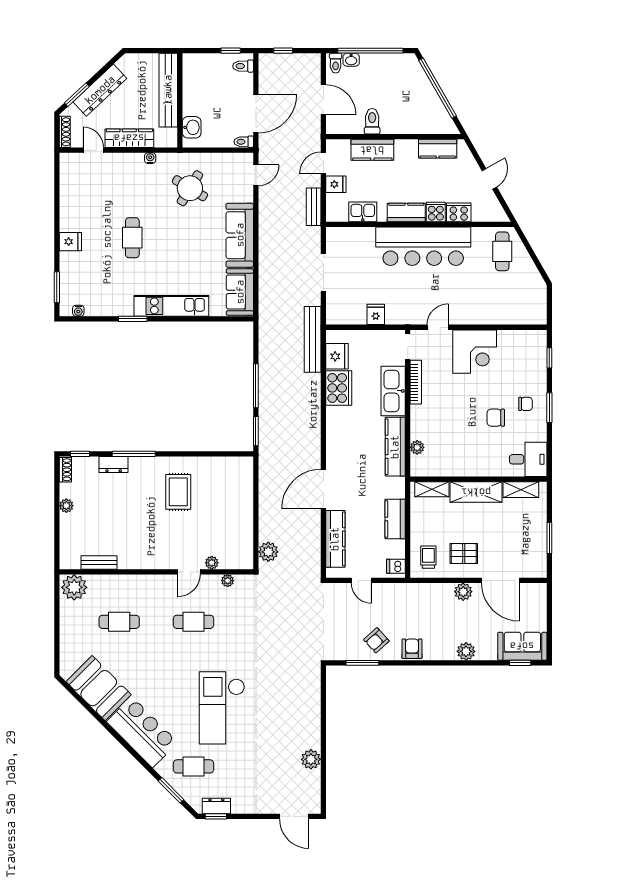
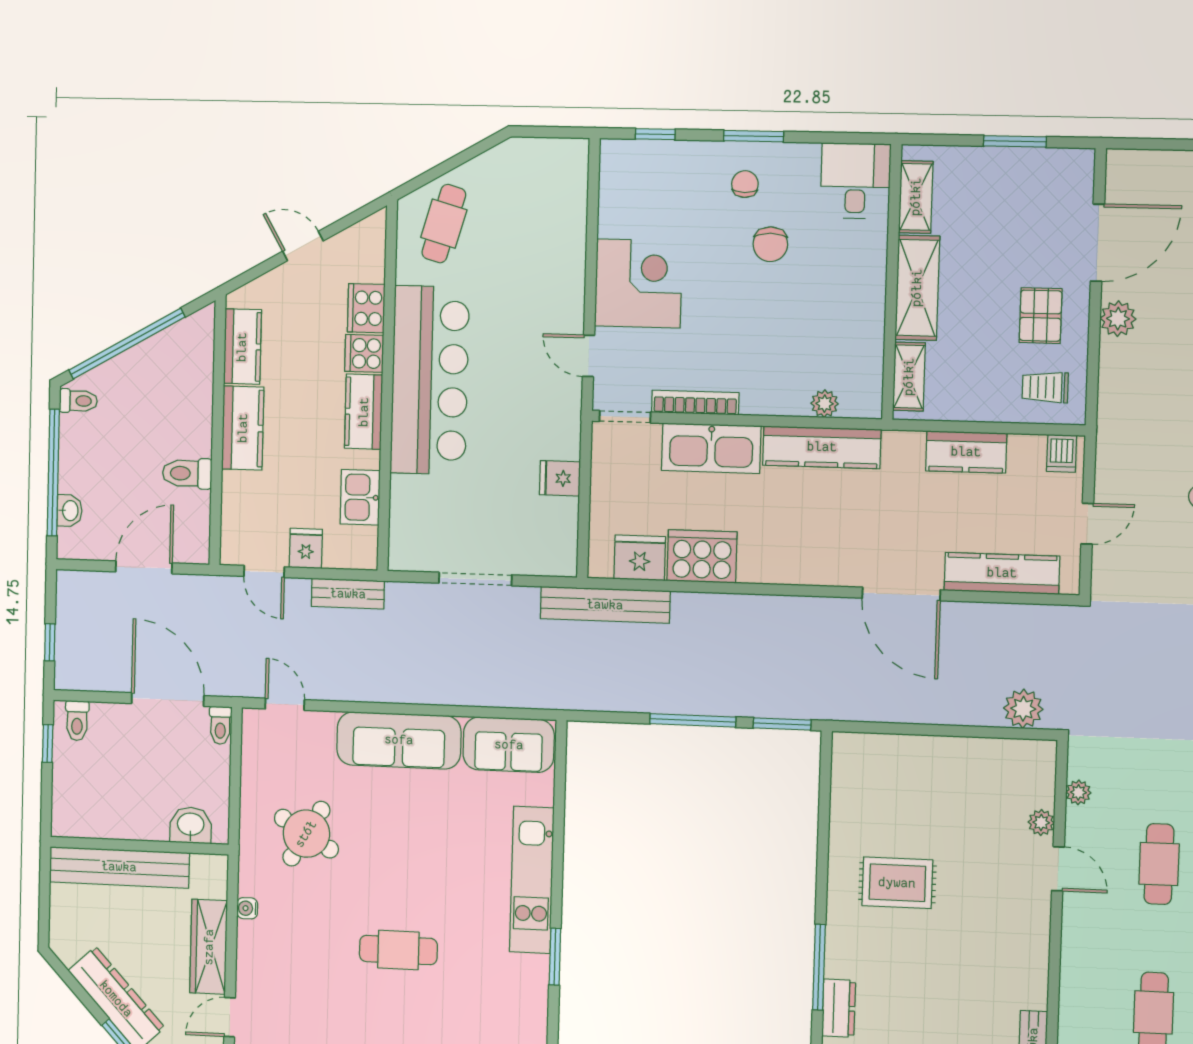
toilet: (336, 63) -> (78, 401), moved
kitchen counter: (372, 150) -> (243, 428), moved
cafe table: (502, 251) -> (444, 224), turned -74

